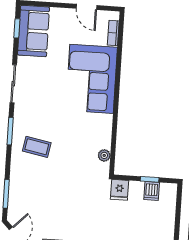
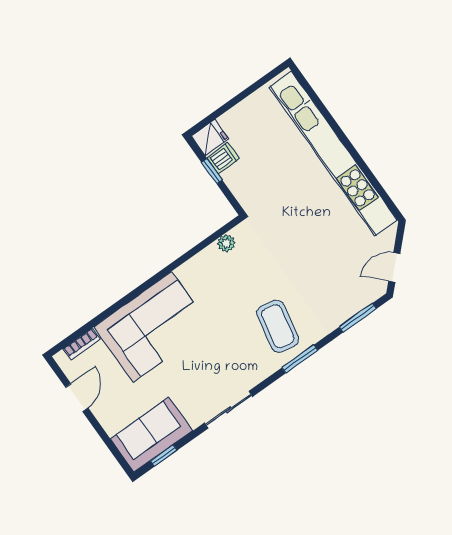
window: (10, 131) -> (300, 359), moved
coffee table: (37, 147) -> (278, 326), width x1.36, depth x1.30
fridge: (120, 190) -> (210, 138), moved

